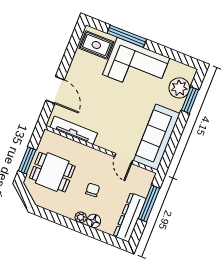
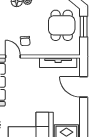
dining table: (52, 172) -> (62, 25), turned 90
chair: (93, 190) -> (25, 41), moved

